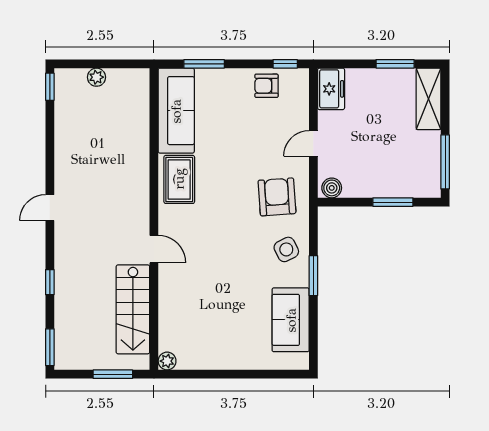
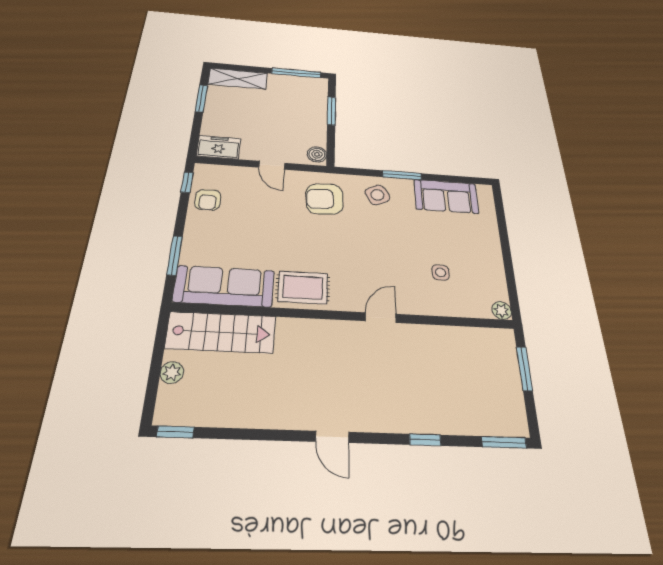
side table: (203, 307) -> (441, 272), added
stairs: (133, 309) -> (221, 332), moved

